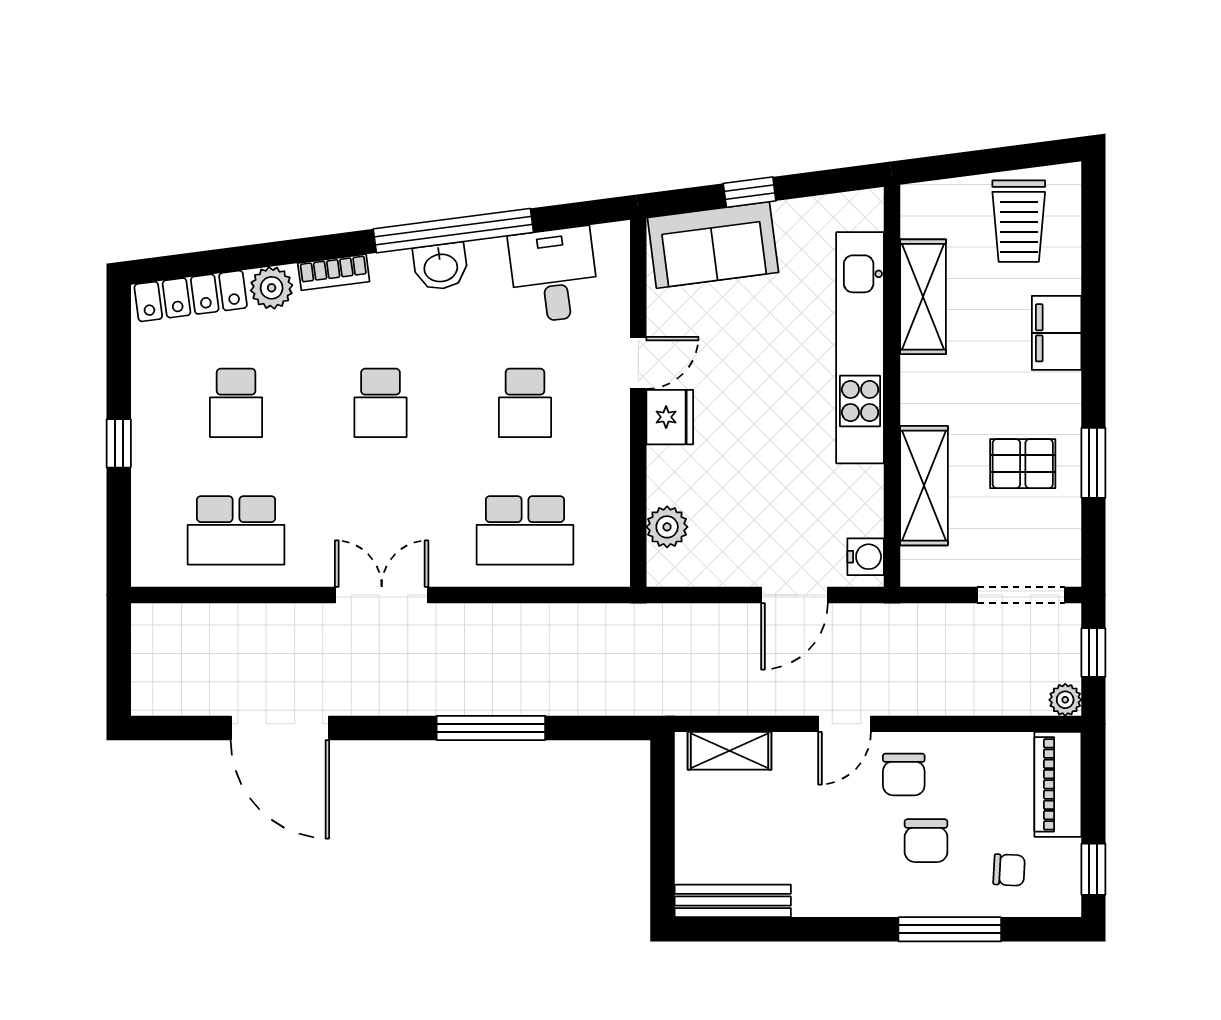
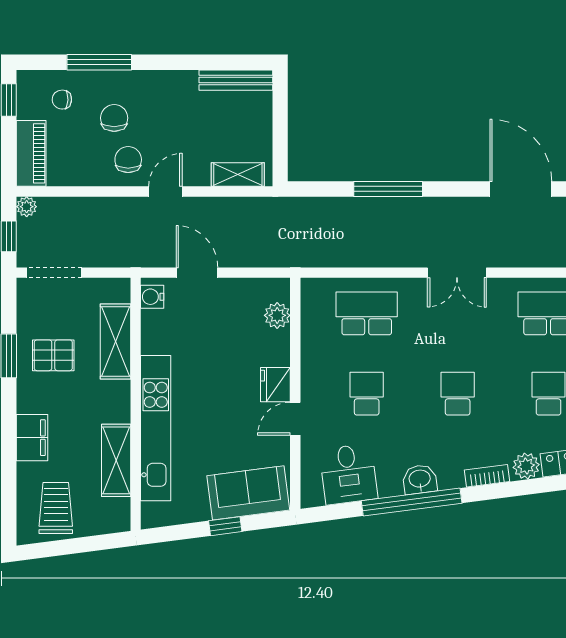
door: (794, 595) -> (197, 273), hinge flipped

